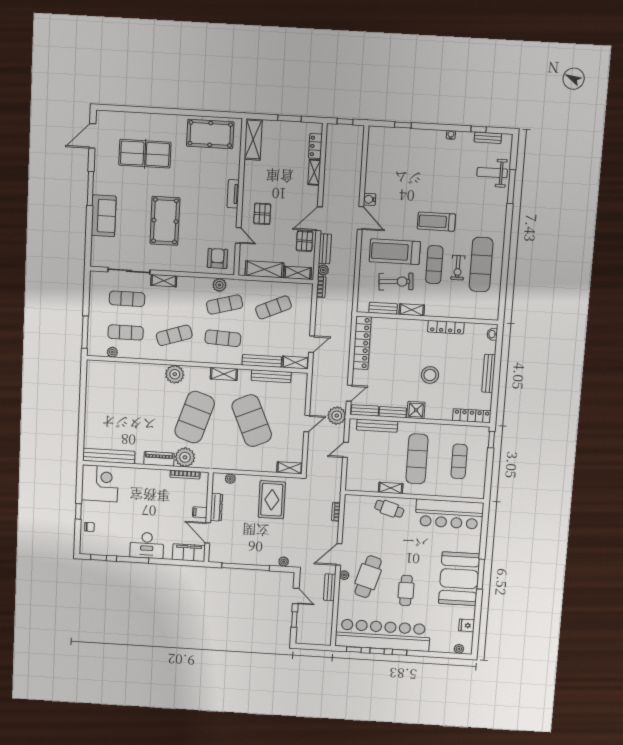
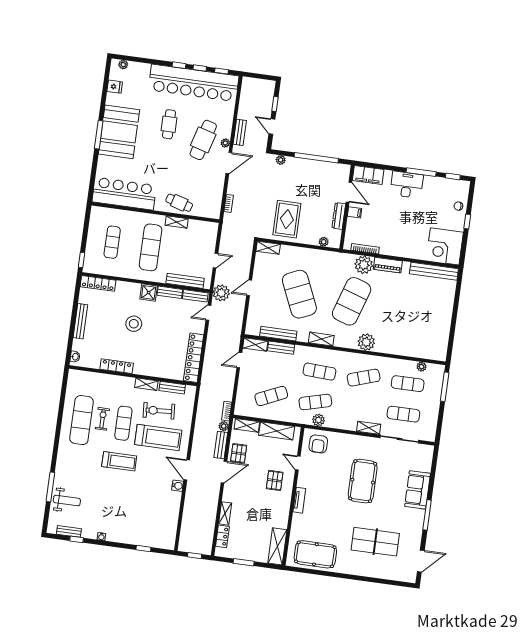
bench: (262, 361) -> (281, 348), width x0.73

